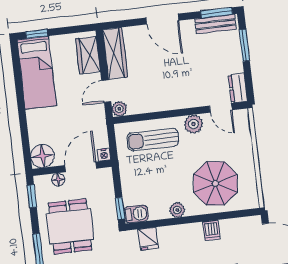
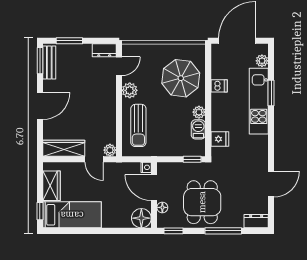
wardrobe: (88, 55) -> (52, 186), moved, turned -90
barbecue: (136, 214) -> (198, 129), moved
dining table: (70, 226) -> (202, 202), turned 90

